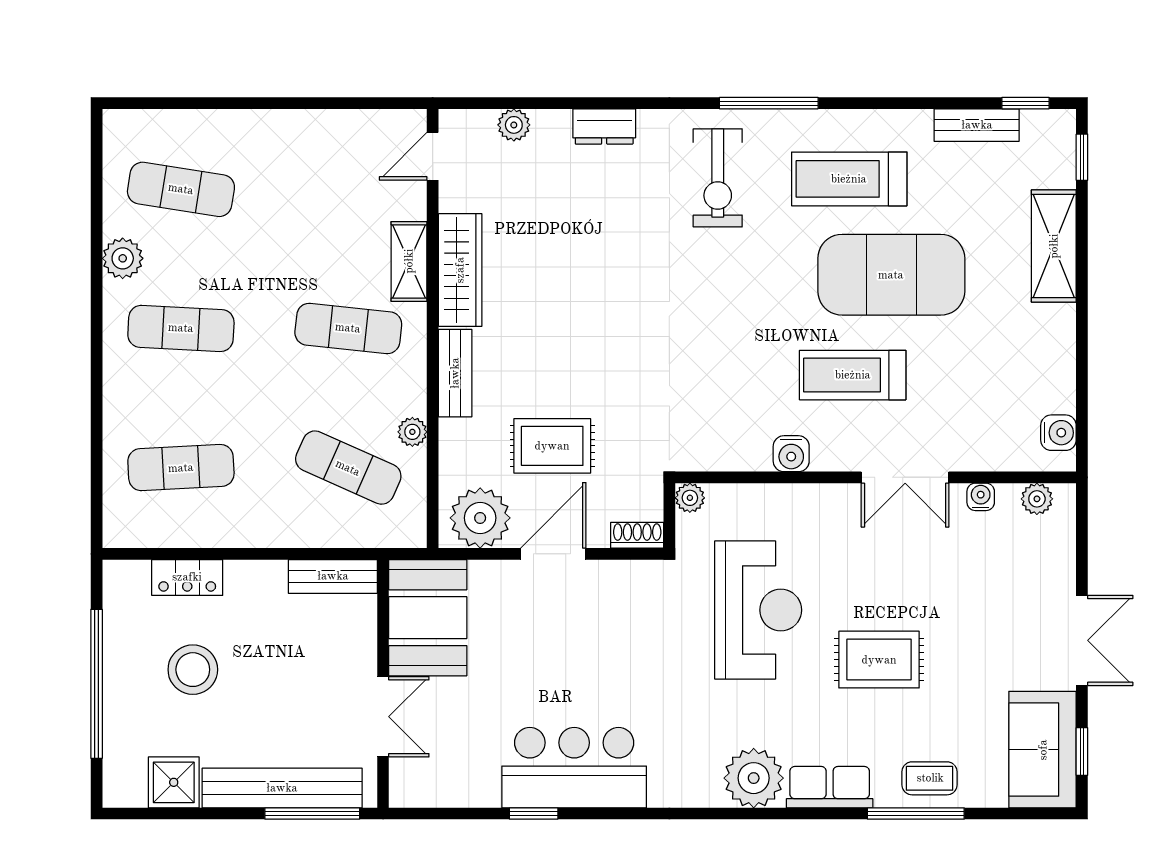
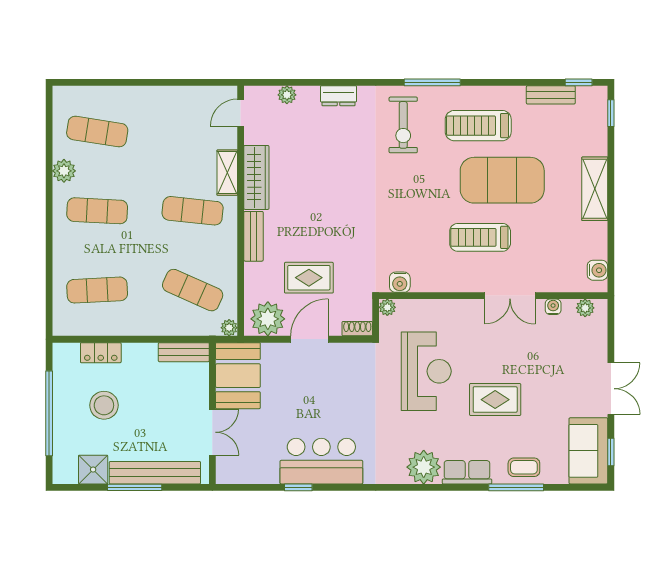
shelving: (1054, 246) -> (595, 189), moved
plant: (412, 432) -> (229, 328), moved
water cooler: (791, 454) -> (400, 282), moved
window: (312, 814) -> (135, 487), moved

